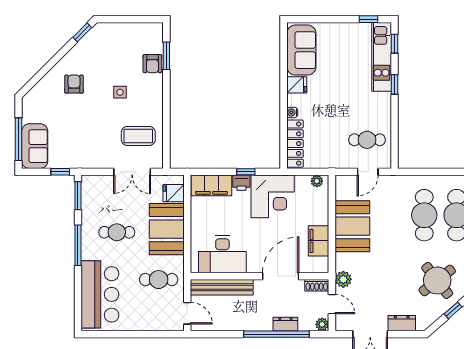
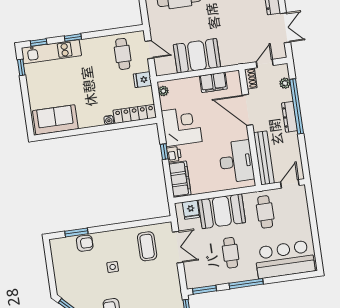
fridge: (297, 85) -> (143, 80), moved, turned -90
plant: (343, 279) -> (243, 57), removed
dresser: (285, 324) -> (289, 117), moved, width x1.44
plant: (322, 324) -> (285, 83), moved

